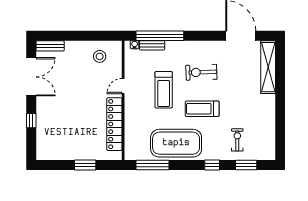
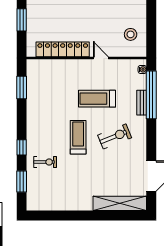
bench: (152, 45) -> (142, 103), moved
exercise bike: (201, 72) -> (115, 136), turned 70
exercise bike: (237, 140) -> (45, 162), moved
exercise mat: (176, 143) -> (44, 111), removed
window: (153, 165) -> (22, 87), width x0.69

